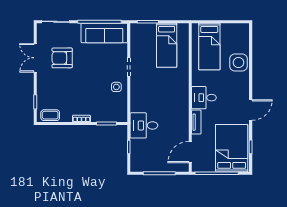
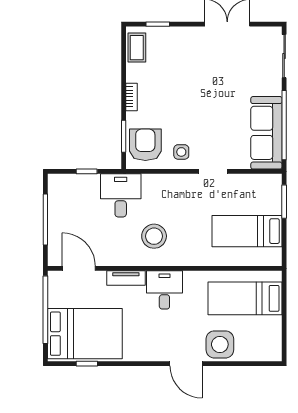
armchair: (62, 58) -> (145, 145), moved
stool: (170, 104) -> (154, 236), added
door: (251, 110) -> (186, 364), moved

